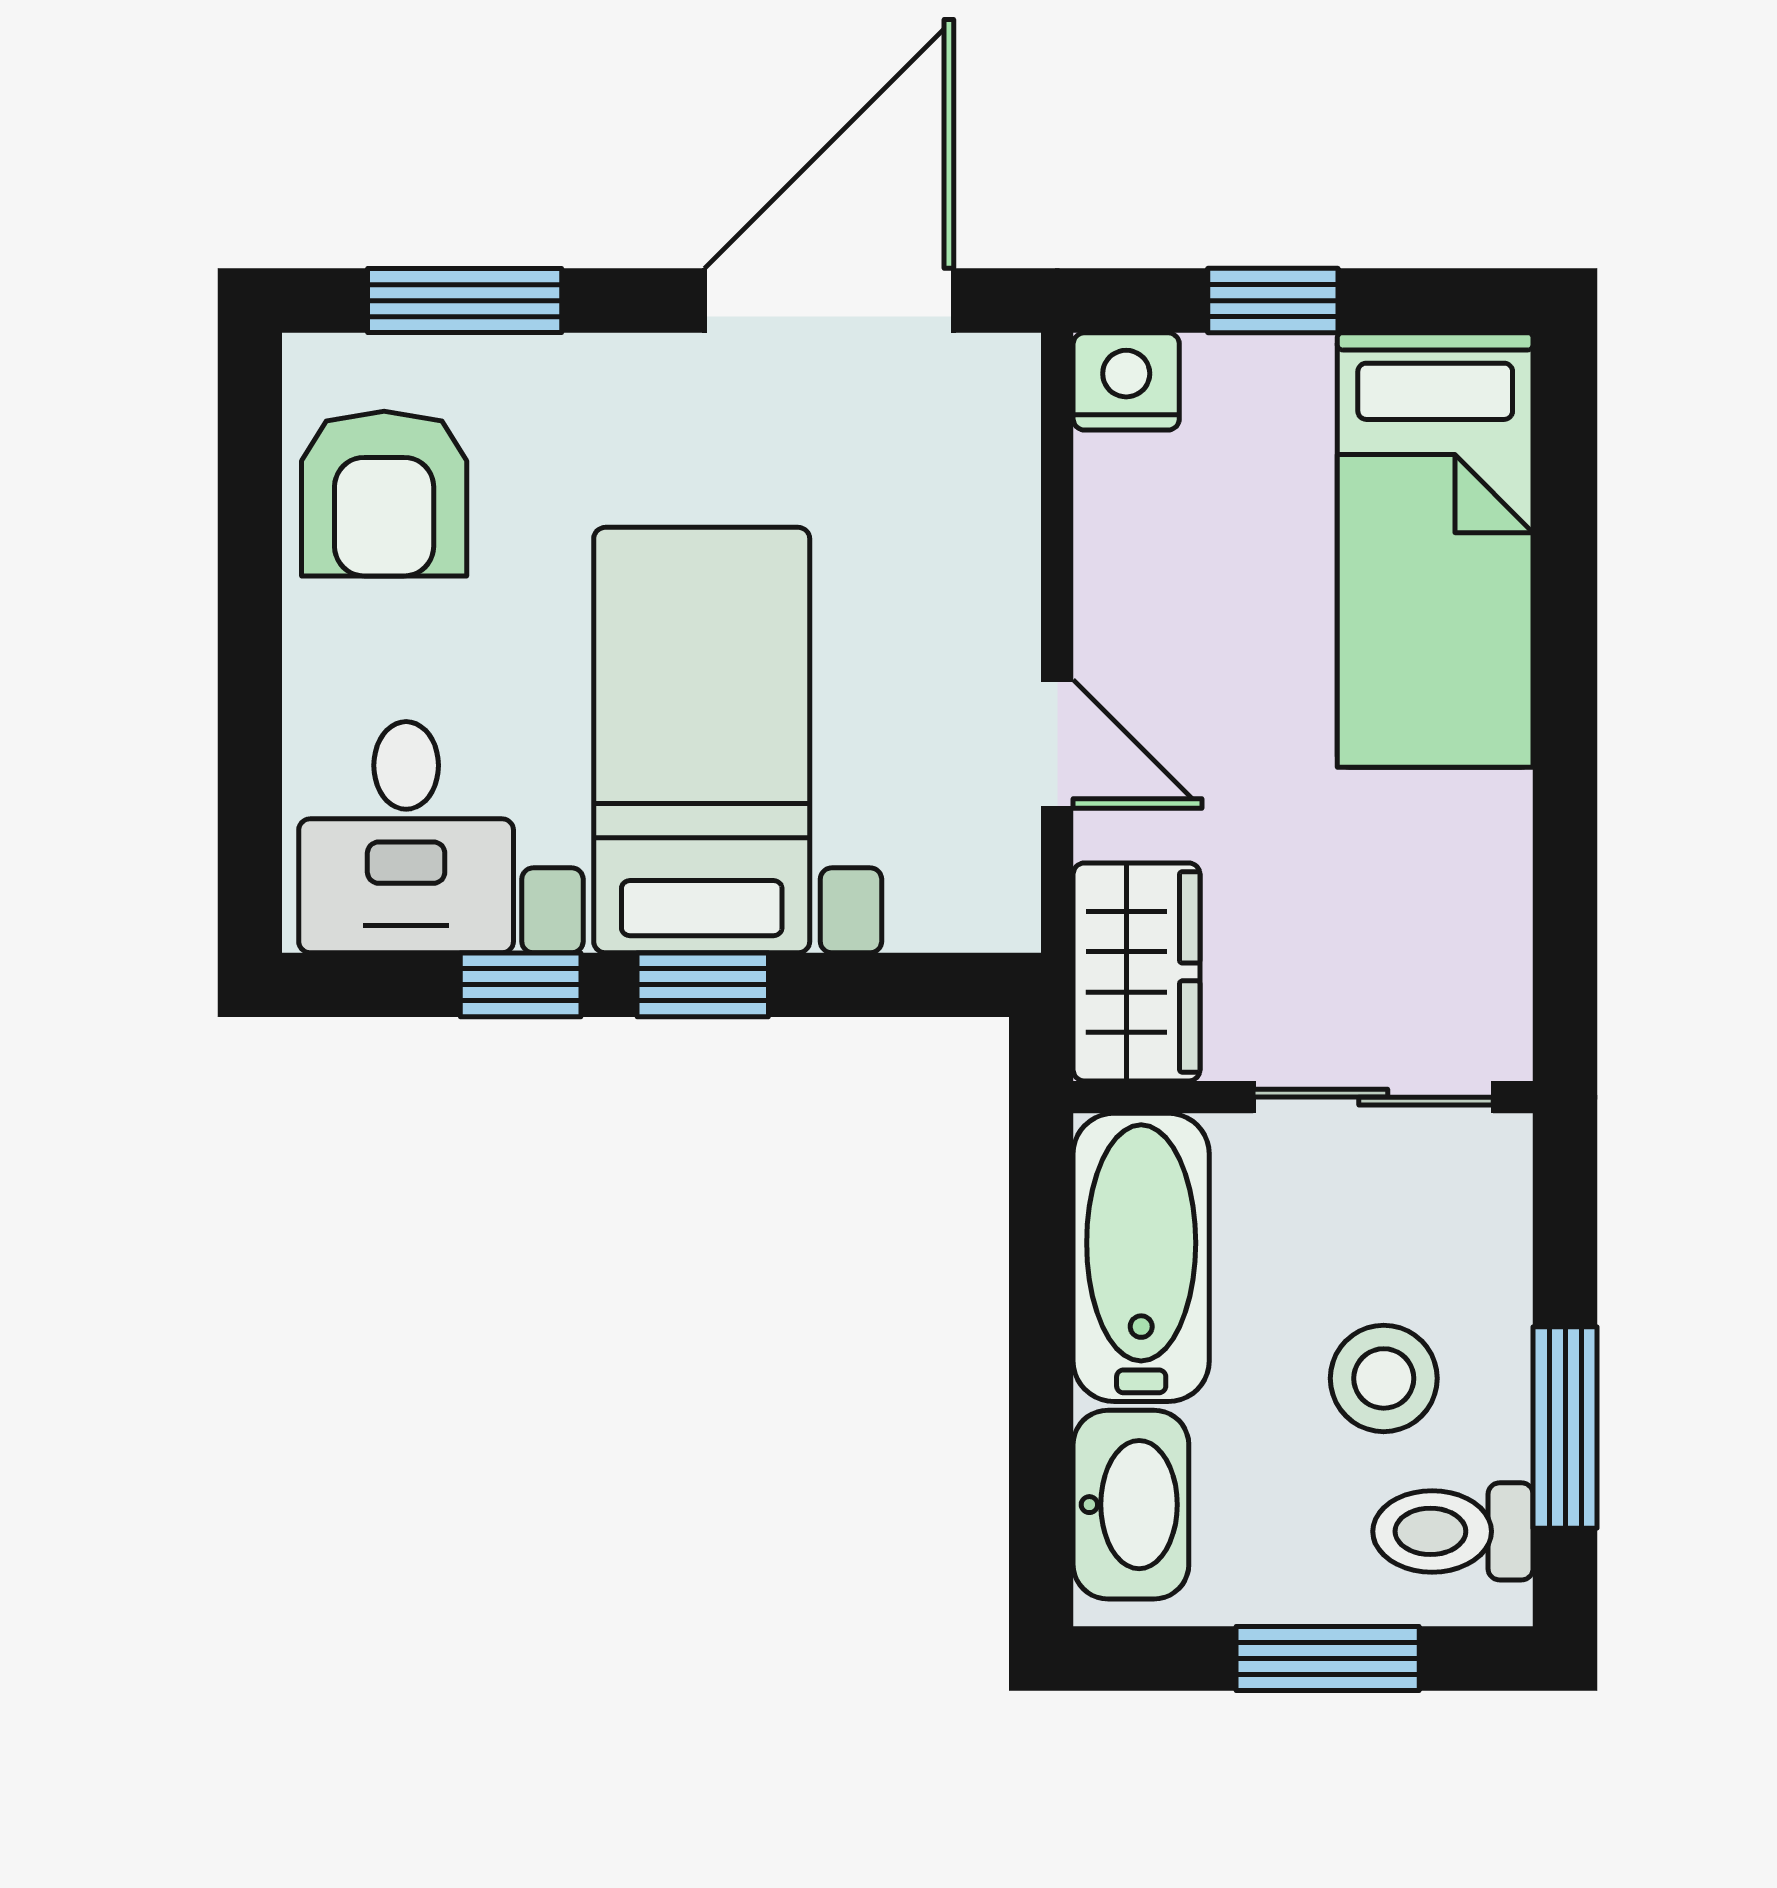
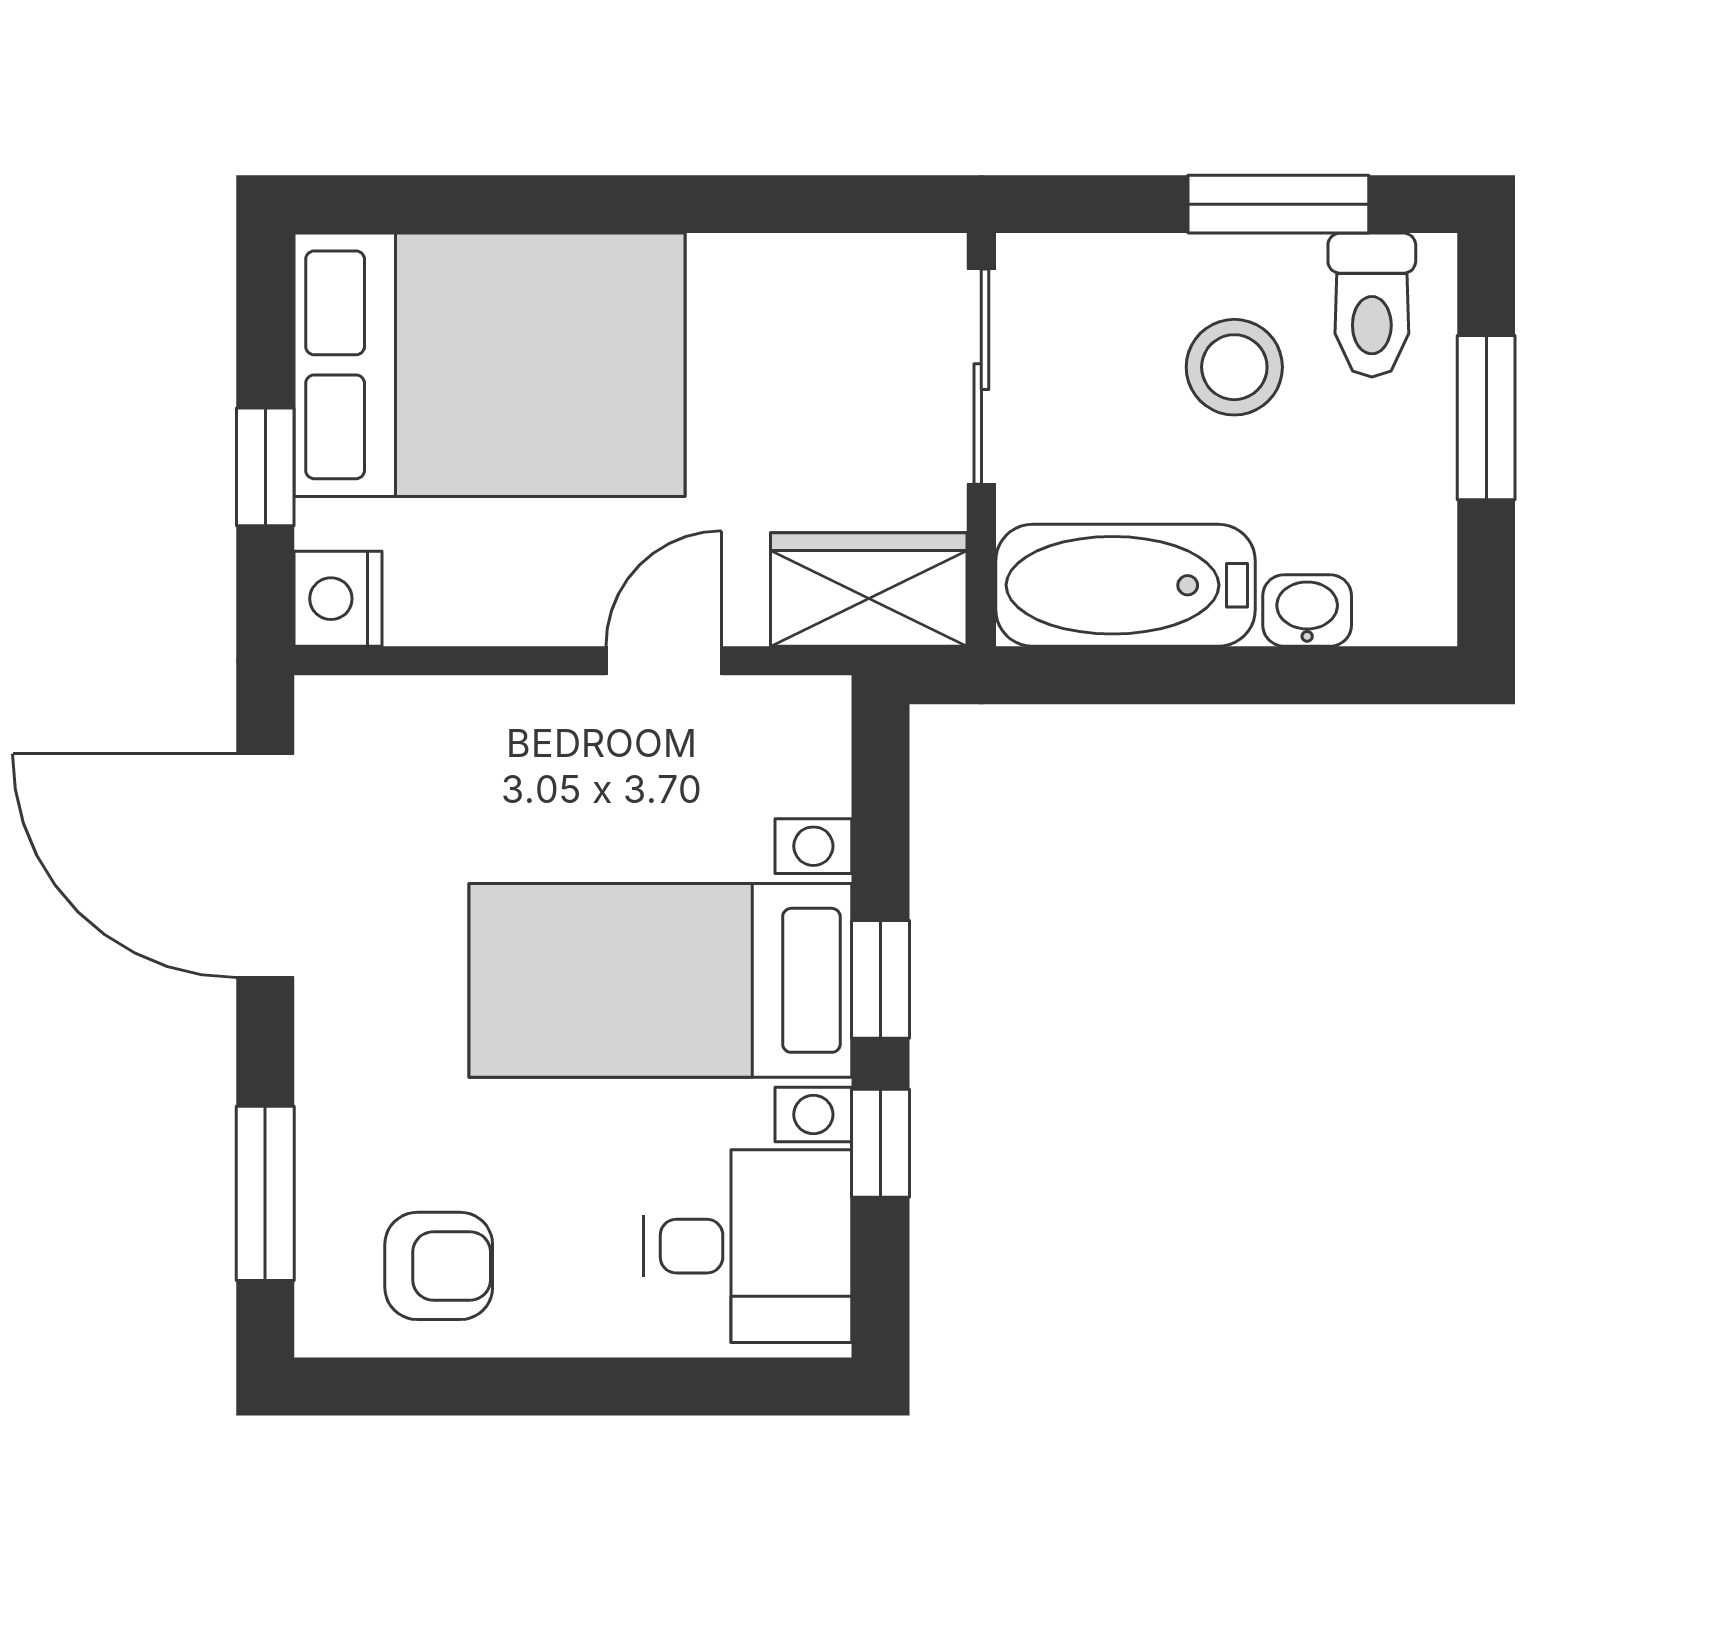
armchair: (384, 494) -> (439, 1266), width x0.72, depth x0.72
bed: (1435, 550) -> (489, 365), width x1.50
washbasin: (1131, 1505) -> (1307, 610), width x0.52, depth x0.69

